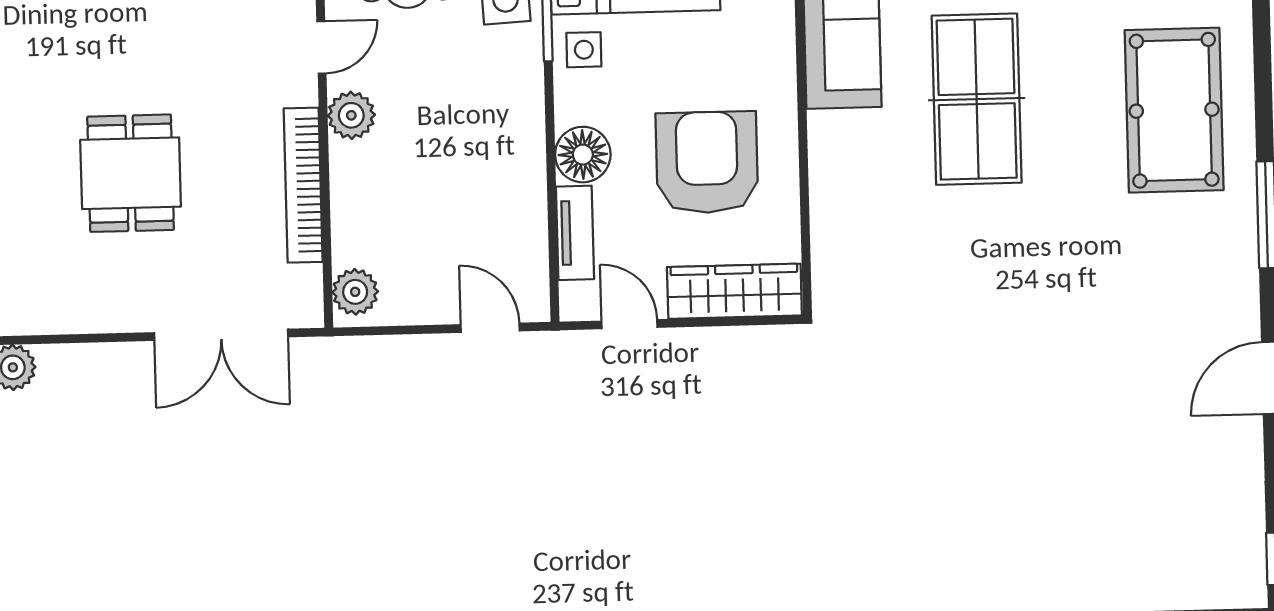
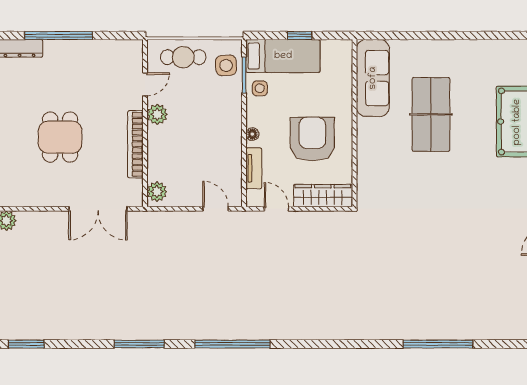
floor lamp: (583, 155) -> (252, 134), width x0.53, depth x0.53

